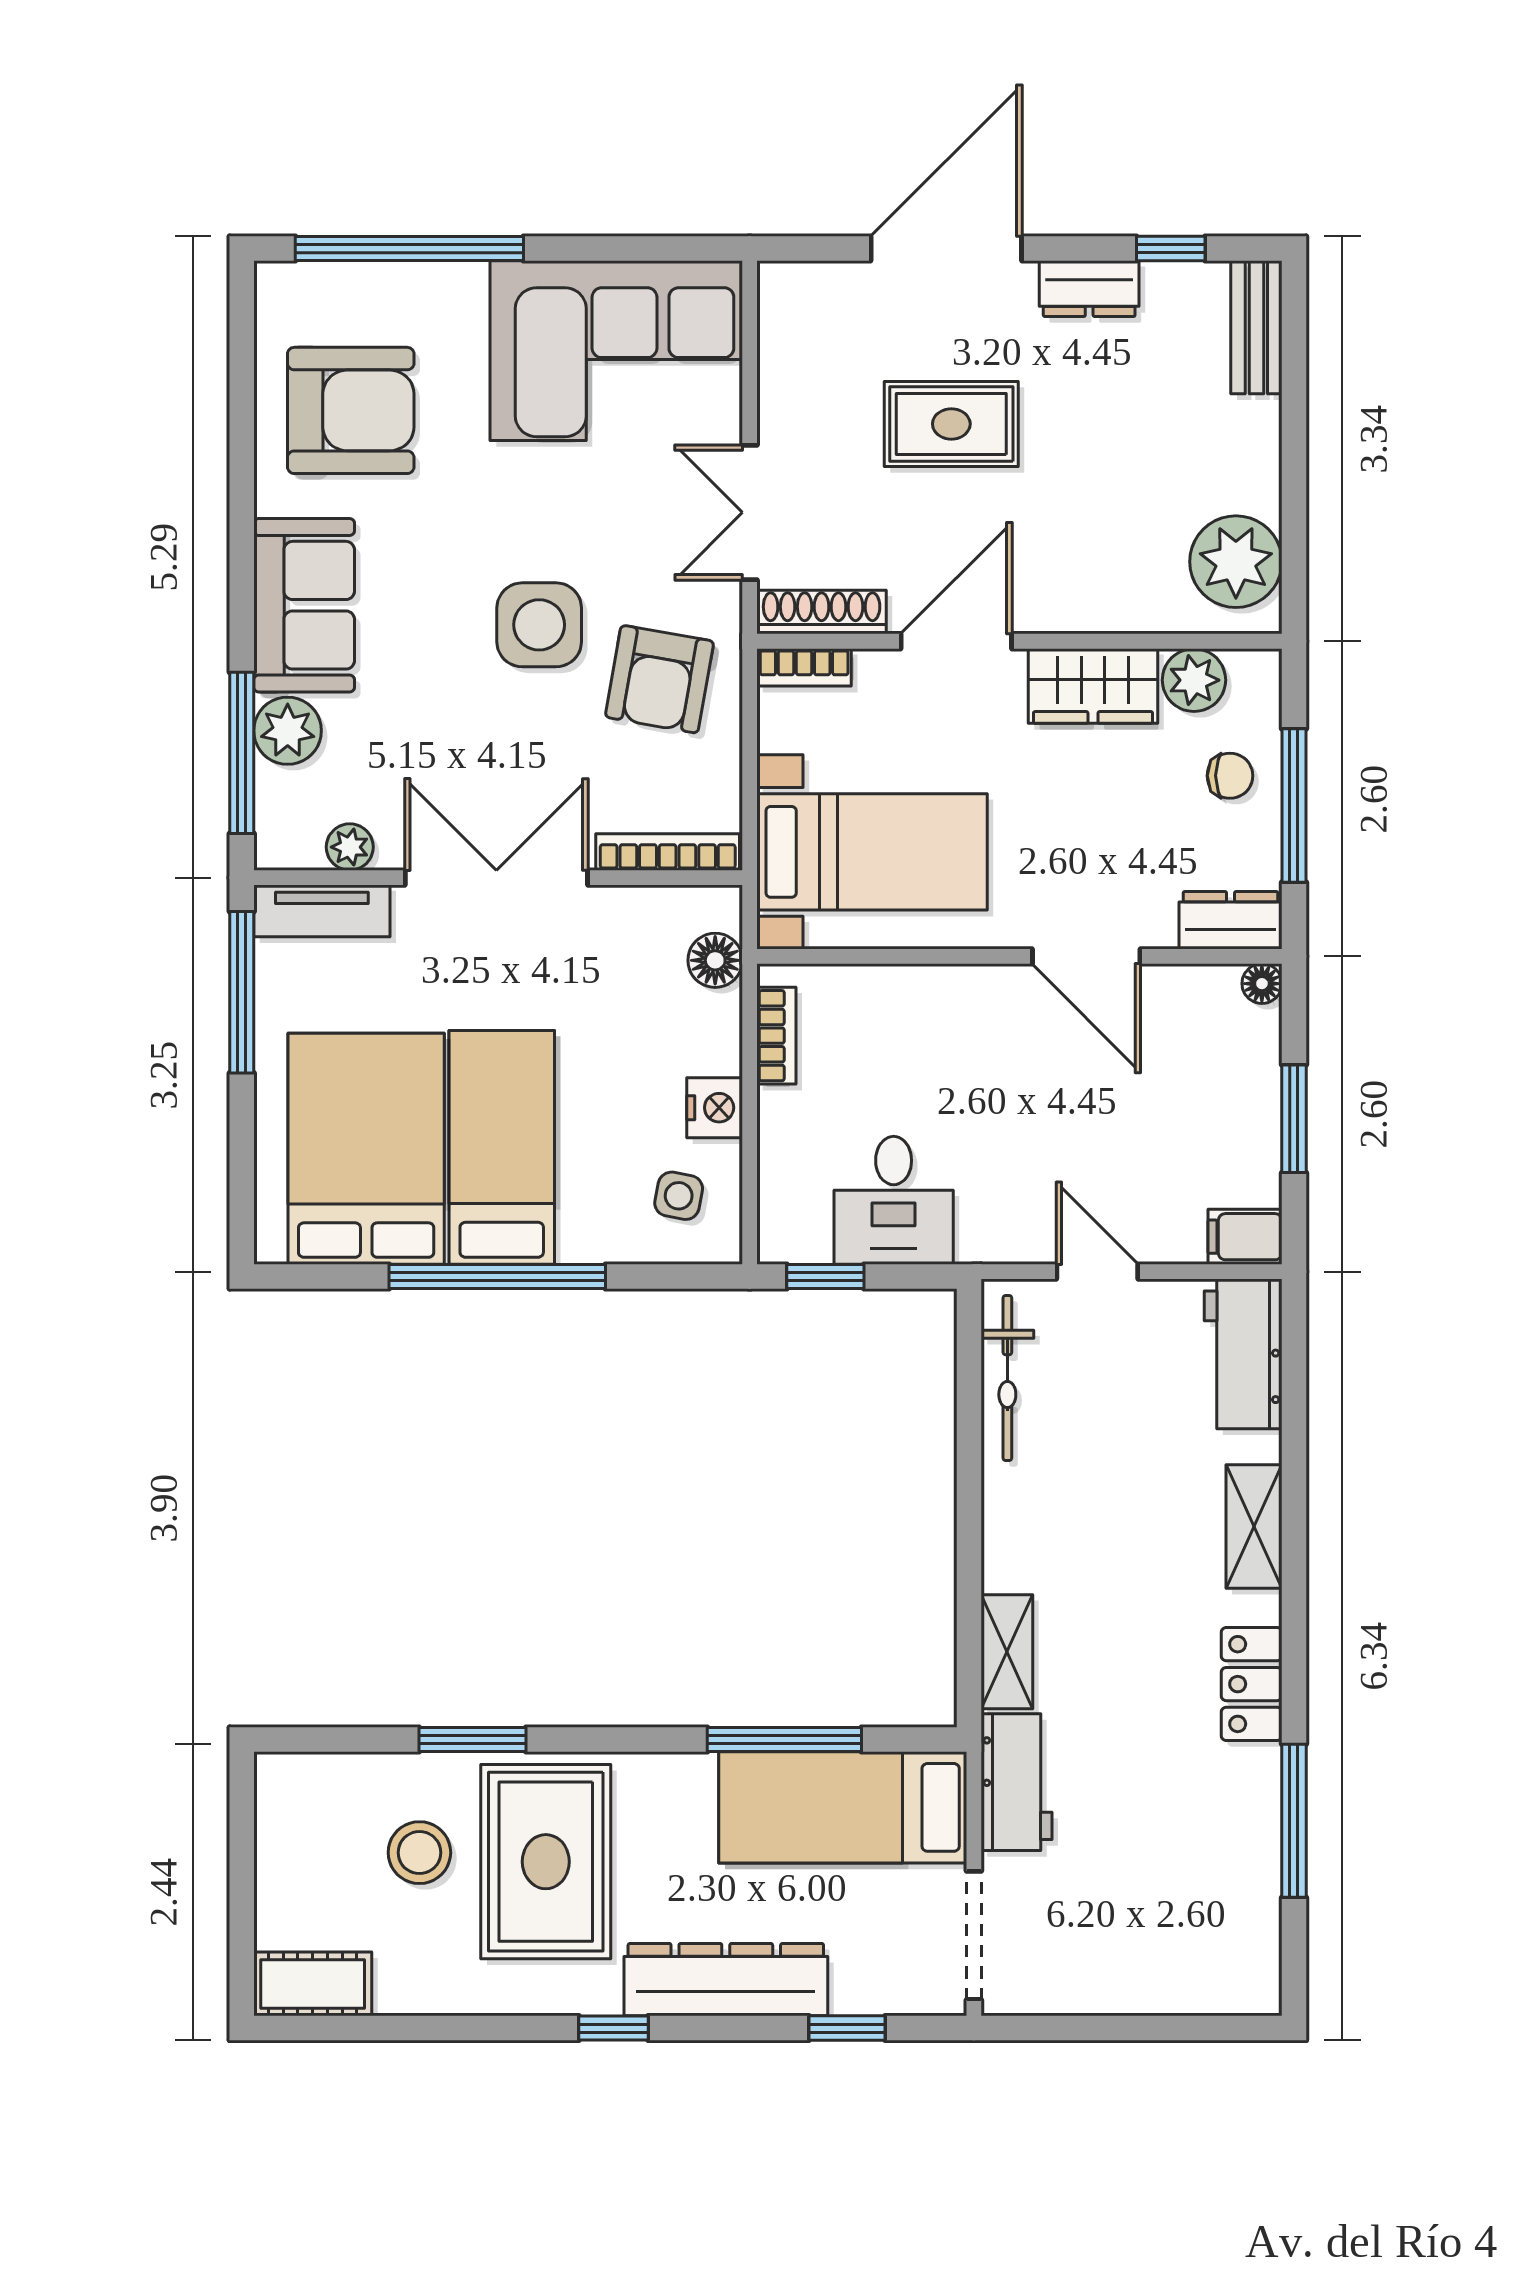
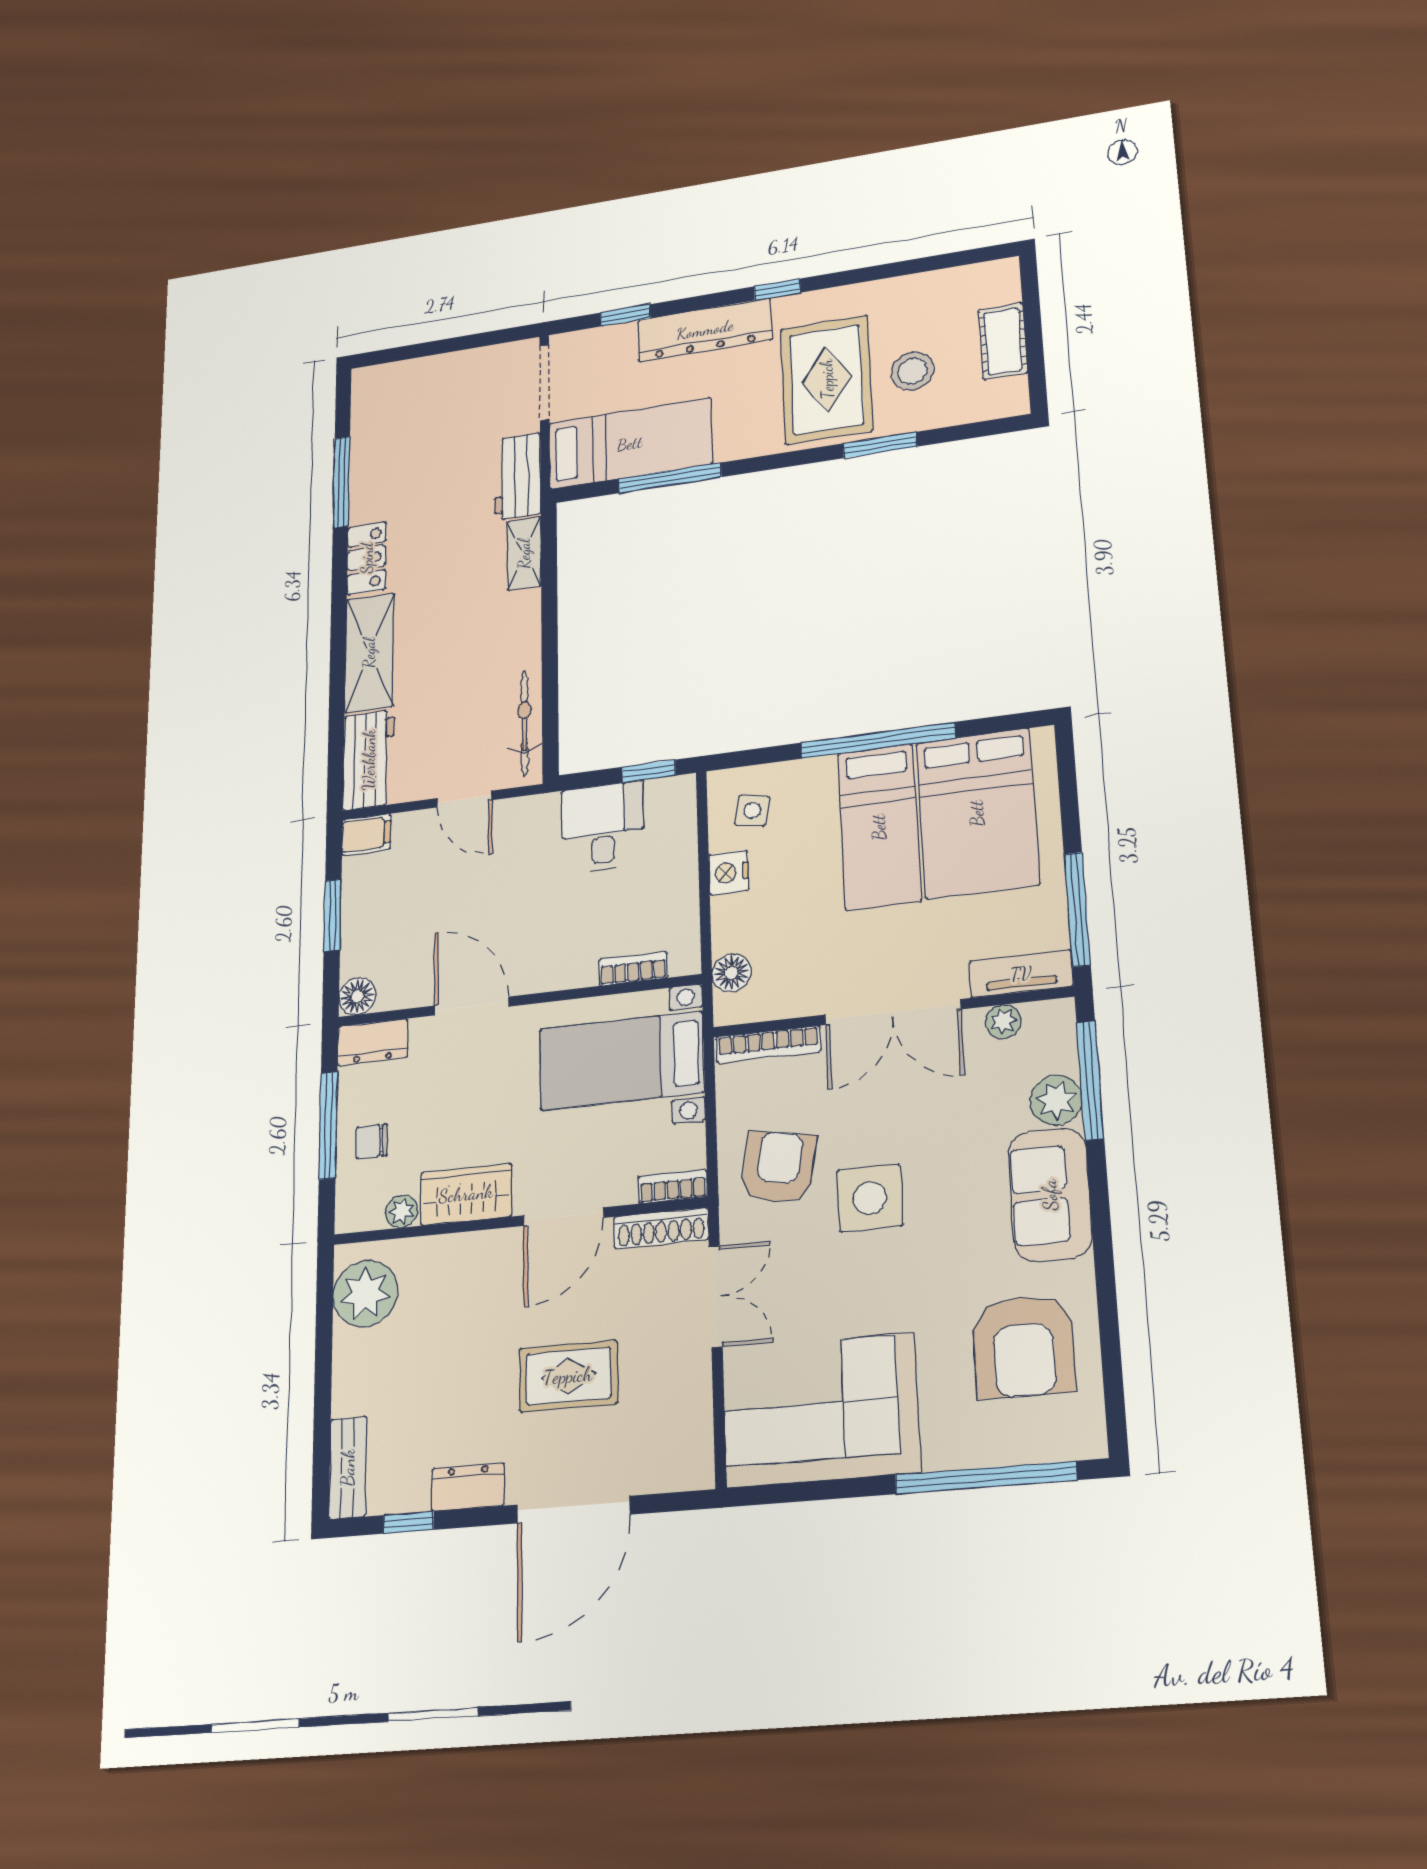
armchair: (351, 410) -> (1024, 1346), turned -90
plant: (1194, 680) -> (401, 1211), width x0.73, depth x0.73
floor lamp: (1262, 984) -> (357, 996), width x1.37, depth x1.37
bookcase: (776, 1036) -> (633, 969), moved, turned 90
shelving: (1254, 1526) -> (369, 653), width x1.50, depth x1.33
cot: (313, 1984) -> (1003, 341), moved, turned 90

